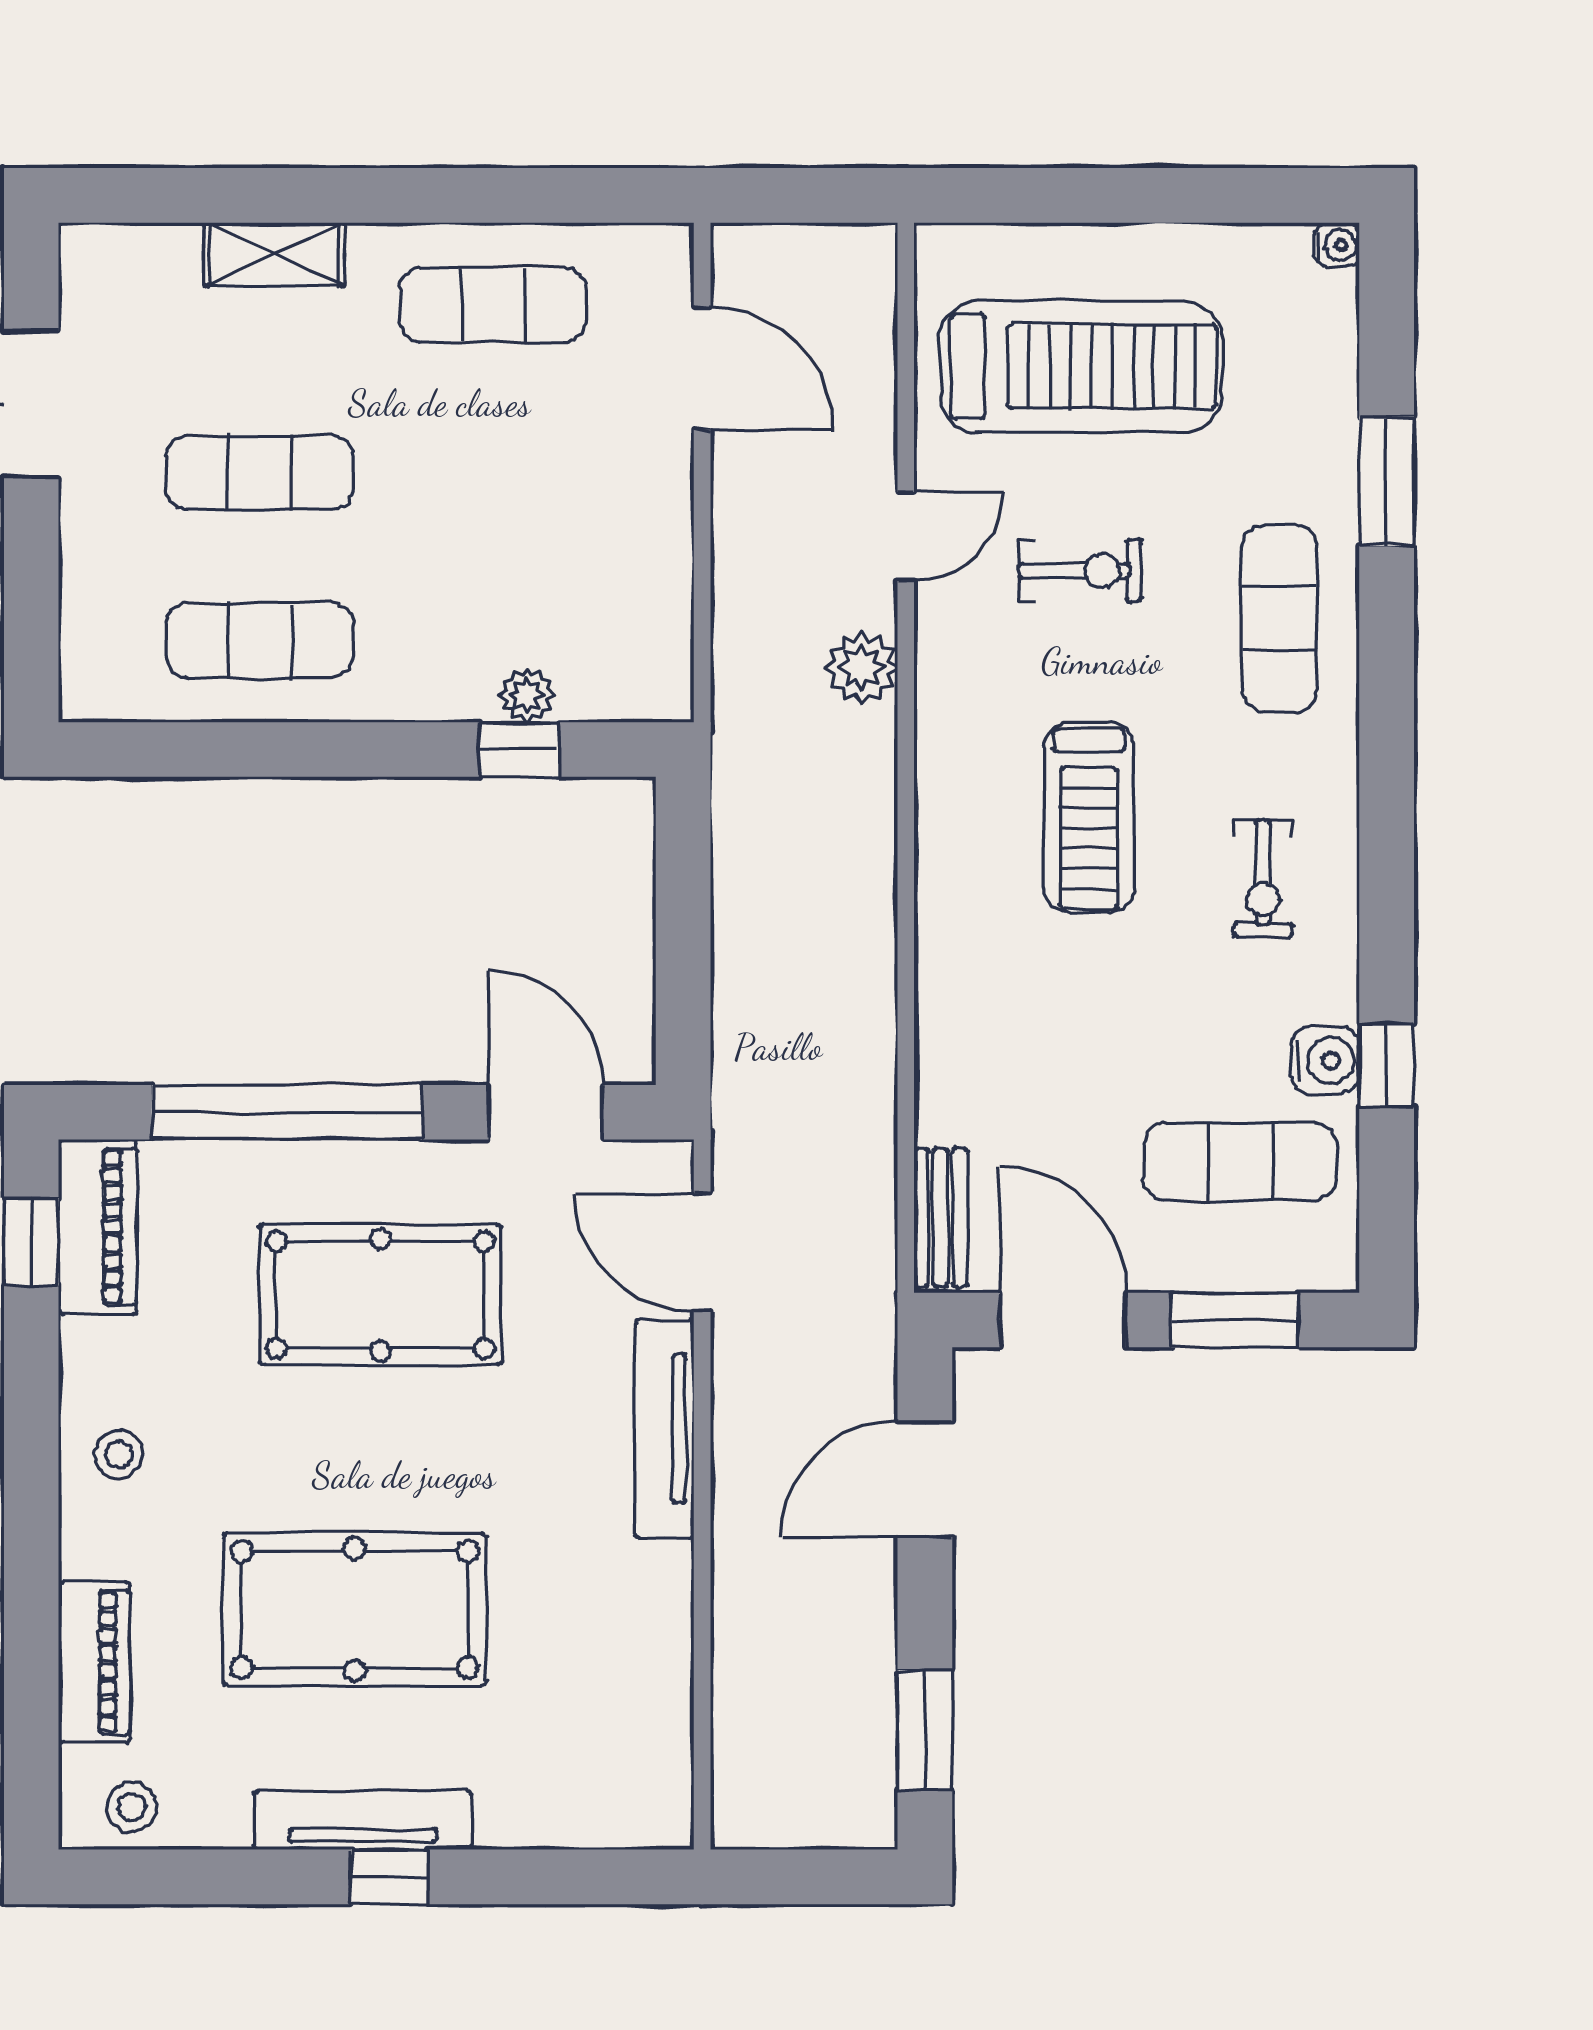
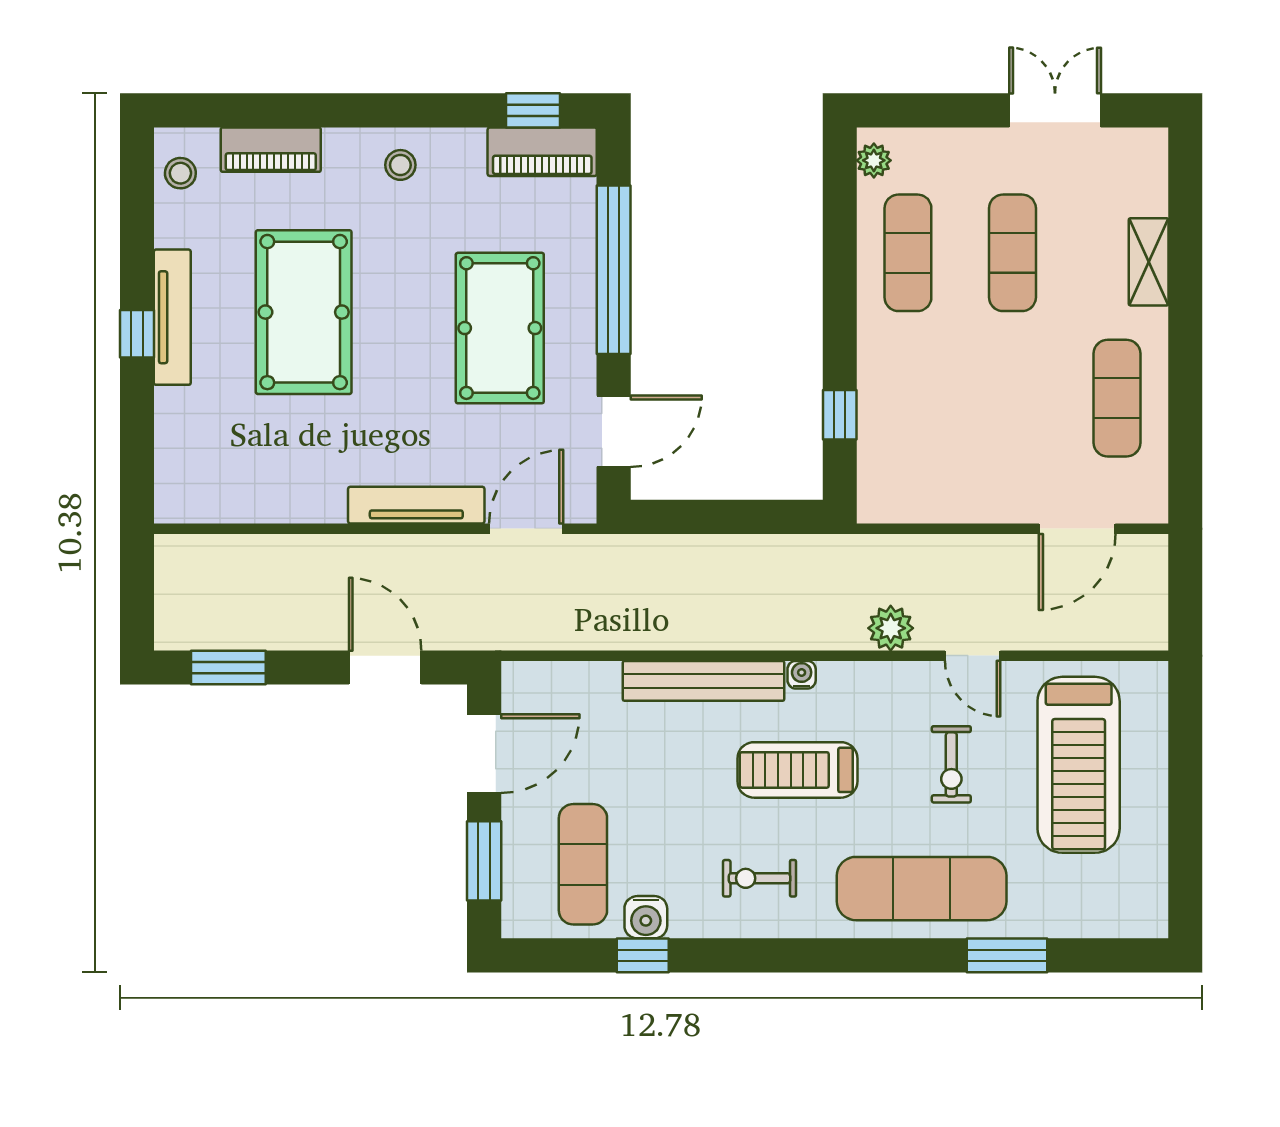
water cooler: (1337, 245) -> (802, 675), moved, turned 180
exercise mat: (1279, 618) -> (922, 889), width x1.36, depth x1.45
plant: (527, 695) -> (874, 160), moved
bench: (941, 1218) -> (704, 681), moved, width x1.86, depth x1.21

